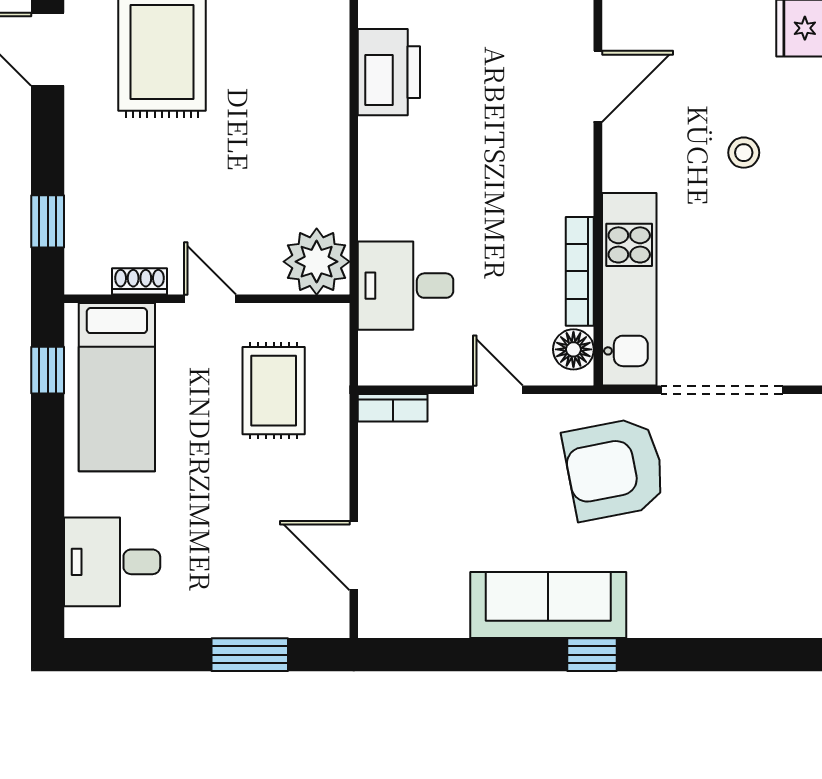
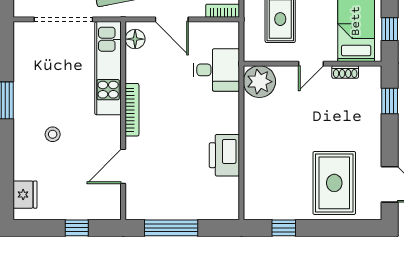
printer: (389, 72) -> (224, 155), moved
bookcase: (580, 271) -> (132, 110), moved
door: (210, 299) -> (311, 64), hinge flipped
door: (498, 390) -> (172, 19), width x1.38

